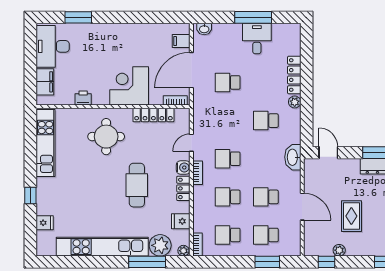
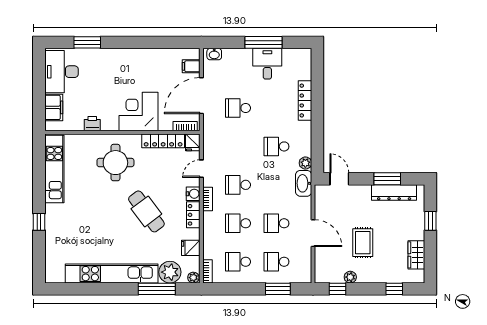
plant: (295, 102) -> (305, 163), moved
cafe table: (137, 185) -> (146, 211), turned -37
fridge: (45, 223) -> (193, 142), moved, turned 90

